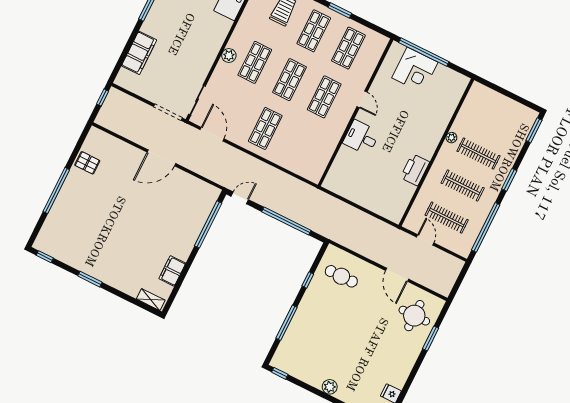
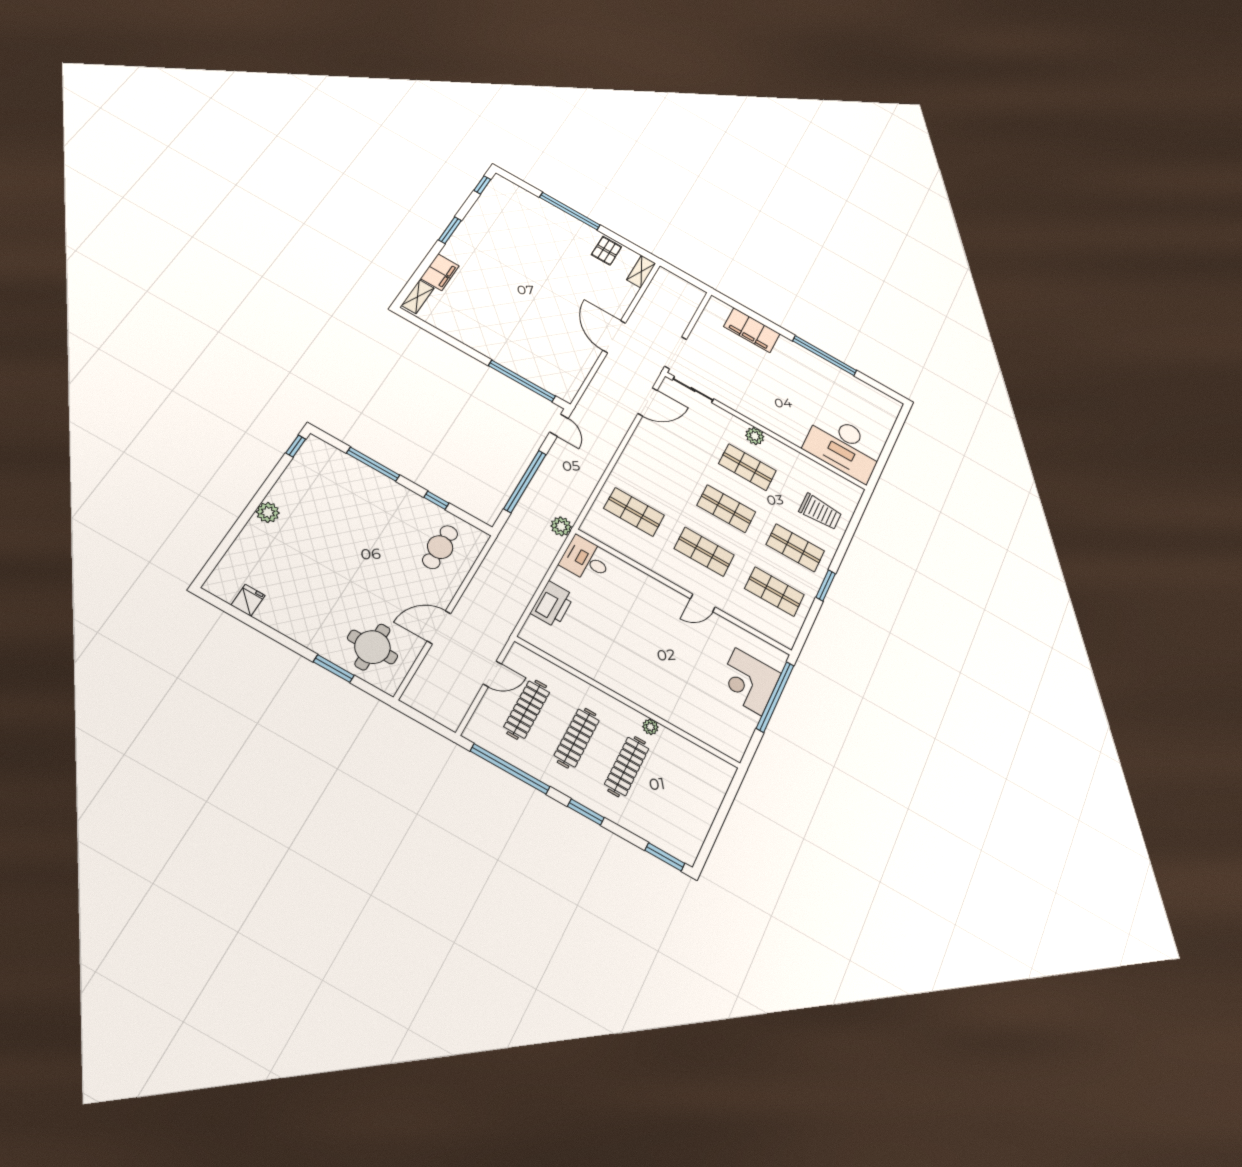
window: (103, 98) -> (692, 280), removed
shop shelf: (265, 128) -> (634, 512), moved
shelving: (101, 137) -> (641, 272), added
desk: (361, 137) -> (586, 560), moved, turned -90
printer: (415, 170) -> (552, 604), moved, turned 90
plant: (317, 196) -> (561, 526), added
filing cabinet: (172, 271) -> (440, 272), moved, turned 90

